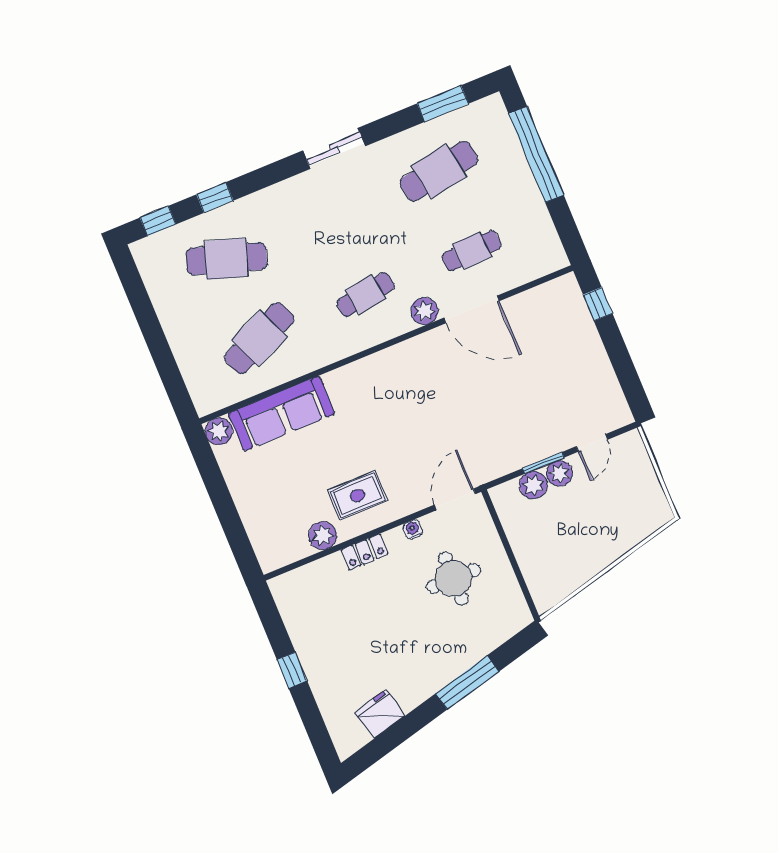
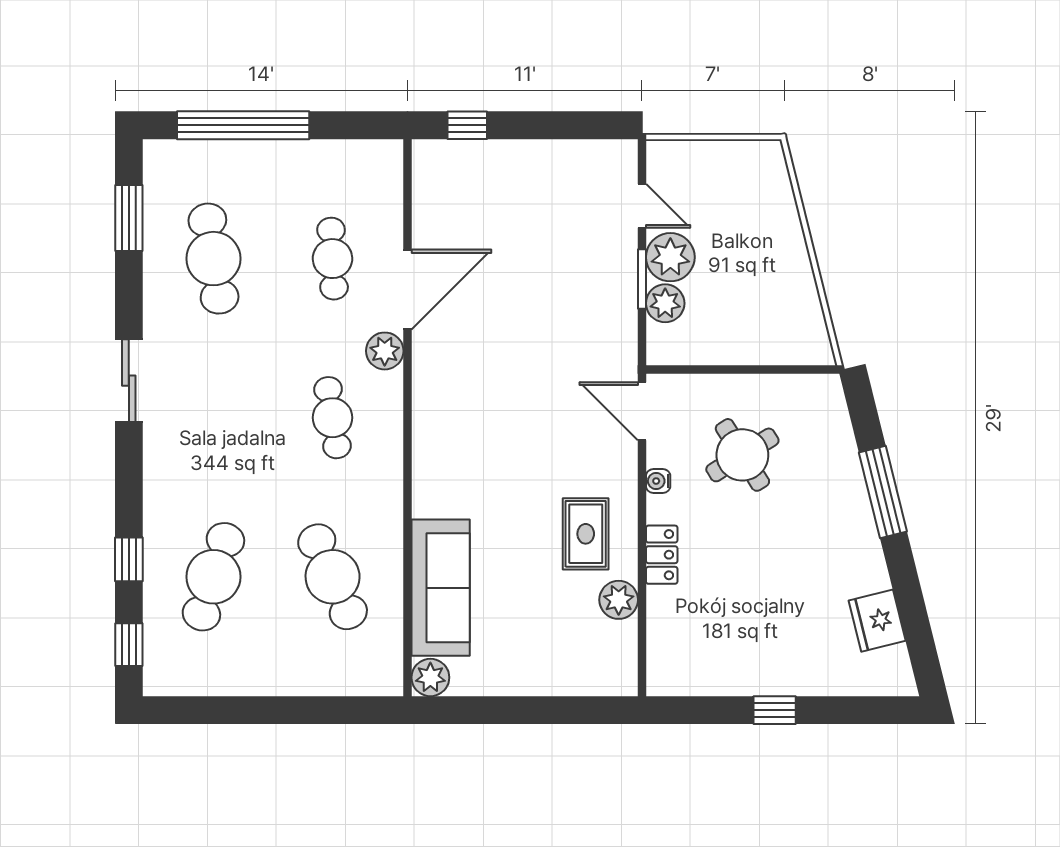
plant: (559, 473) -> (670, 257), width x1.36, depth x1.36
round table: (453, 578) -> (742, 455), turned -32

